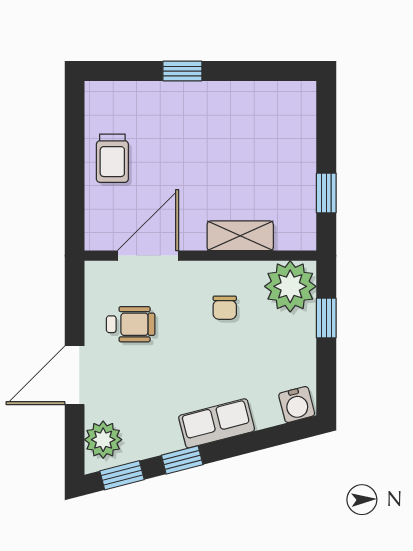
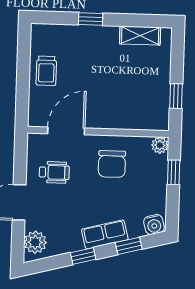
shelving: (240, 236) -> (140, 36), moved
plant: (290, 286) -> (160, 145), width x0.53, depth x0.53
chair: (225, 308) -> (112, 164), width x1.87, depth x1.87
window: (122, 475) -> (129, 246), moved

